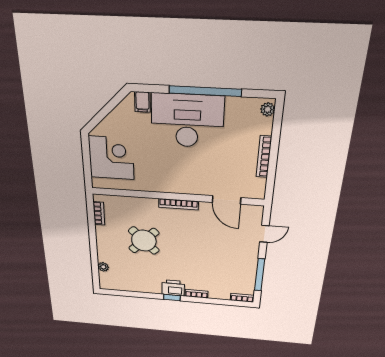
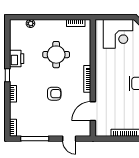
round table: (144, 241) -> (56, 55), turned 45
armchair: (198, 247) -> (54, 94), added
printer: (173, 288) -> (17, 59), moved

